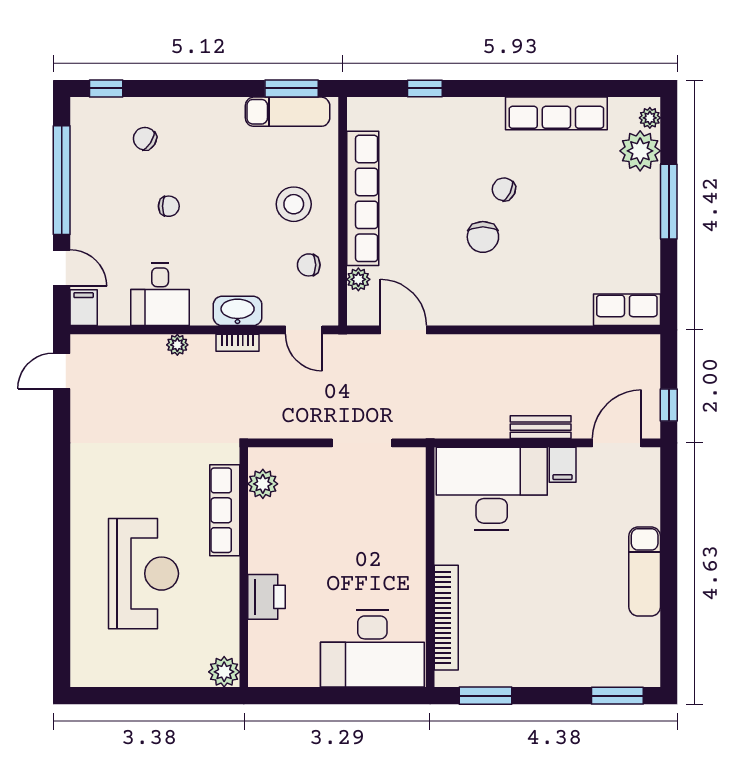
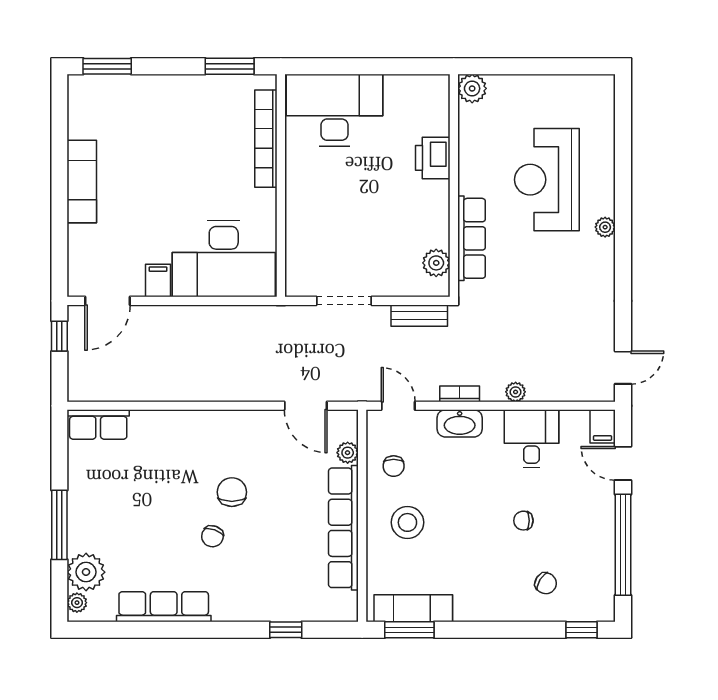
chair: (504, 189) -> (212, 536), turned 84
chair: (309, 265) -> (394, 466), turned 90
bench: (541, 427) -> (419, 316), moved
plant: (81, 522) -> (605, 227), added

